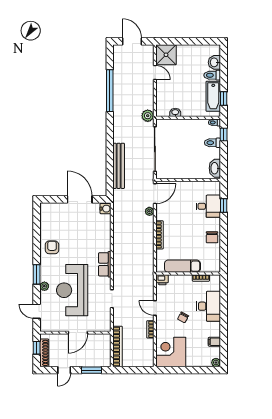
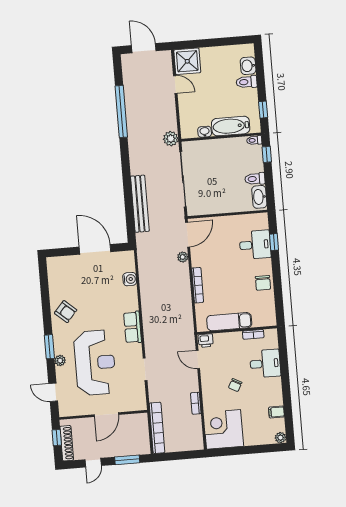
bathtub: (213, 96) -> (231, 126), moved, turned 90
toilet: (212, 143) -> (255, 179), moved
water cooler: (106, 209) -> (130, 279), moved
armchair: (52, 247) -> (66, 312), turned 131
reception desk: (72, 290) -> (95, 363), turned 180
desk: (209, 306) -> (265, 364), width x0.73
door: (155, 308) -> (198, 359), moved

